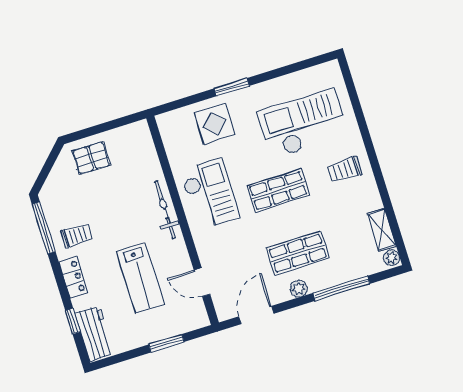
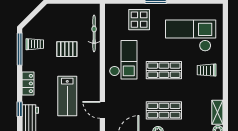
pallet: (91, 158) -> (67, 49), moved
bicycle: (165, 210) -> (94, 33), moved
trolley: (77, 236) -> (35, 44), moved

